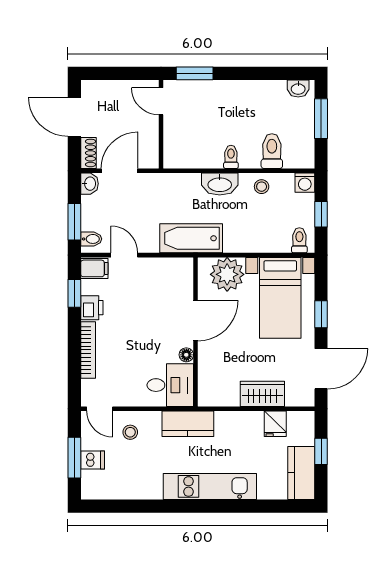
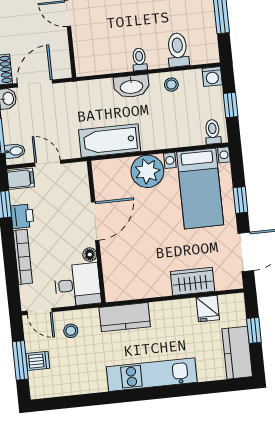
door: (196, 321) -> (95, 221), moved
wall: (196, 332) -> (96, 232), moved
floor lamp: (186, 355) -> (90, 255), moved
desk: (170, 385) -> (77, 285), moved

